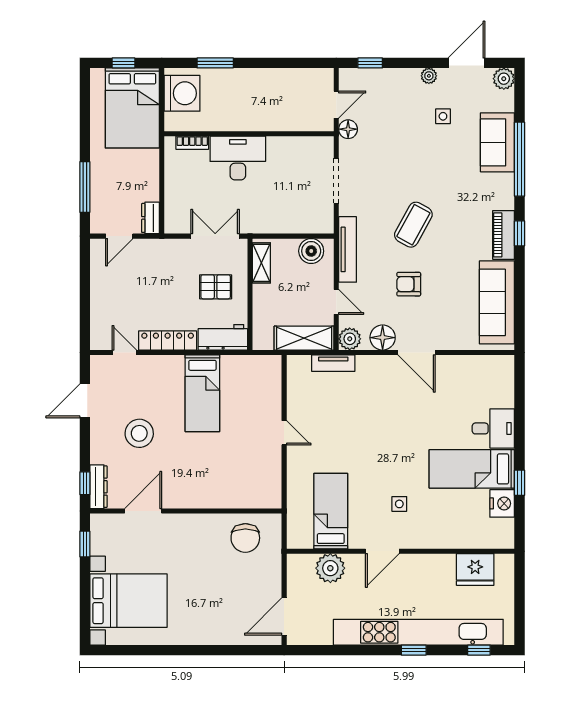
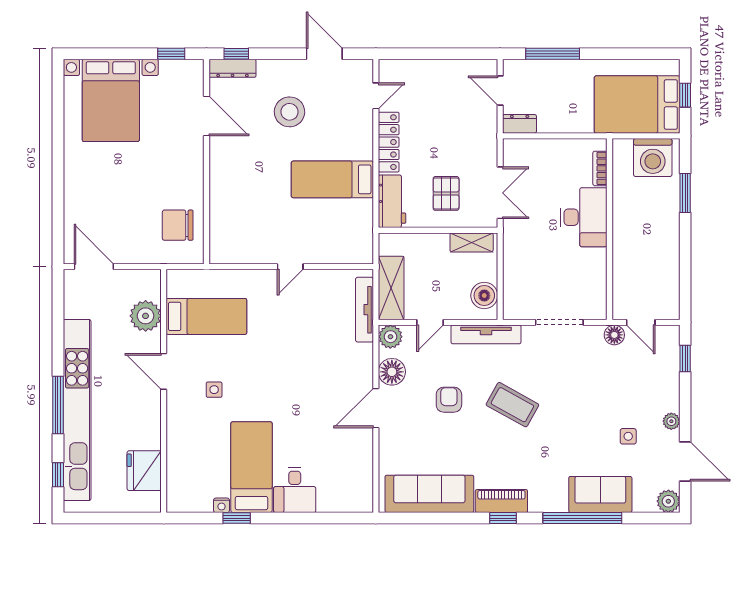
tv unit: (333, 363) -> (364, 310), width x1.41
nightstand: (502, 503) -> (222, 505), width x0.53, depth x0.56
window: (414, 650) -> (58, 405), width x2.17

